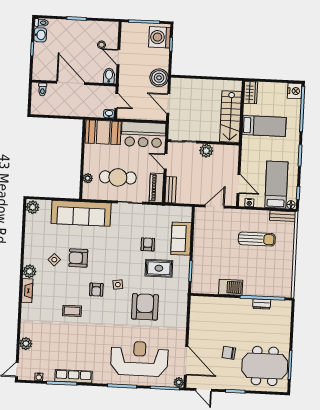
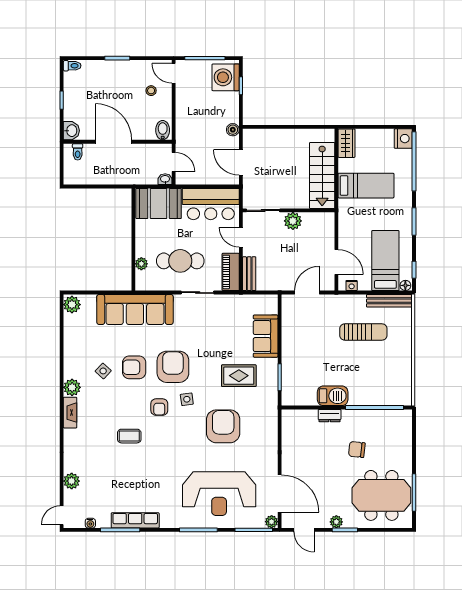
washbasin: (40, 35) -> (71, 131), moved
door: (118, 57) -> (174, 73), moved
boiler: (159, 78) -> (233, 130), width x0.54, depth x0.54
bench: (283, 216) -> (389, 301), width x1.36
armchair: (148, 244) -> (173, 367), moved, width x1.88, depth x1.88
dresser: (262, 304) -> (330, 416), moved
chair: (229, 353) -> (357, 449), moved
reception desk: (139, 359) -> (219, 494), turned 180
plant: (229, 385) -> (336, 522), added

